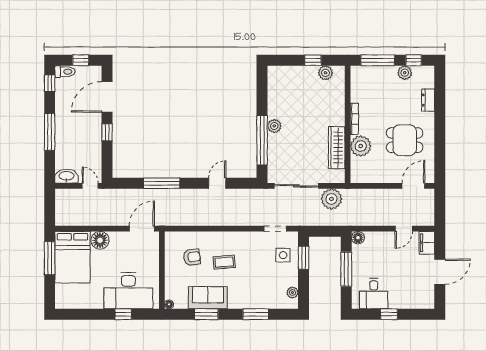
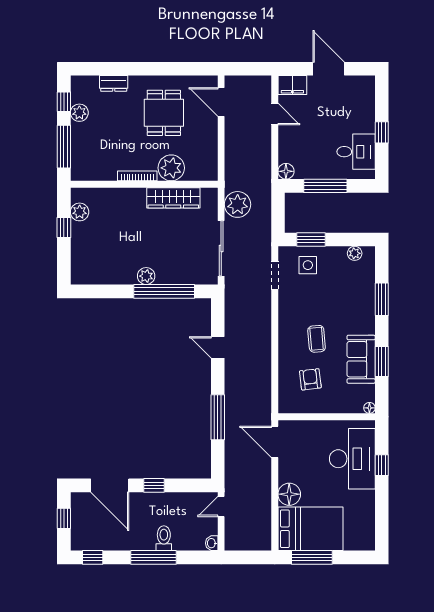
toilet: (65, 72) -> (164, 538), moved
washbasin: (67, 176) -> (212, 543), width x0.52, depth x0.69

